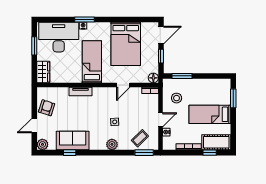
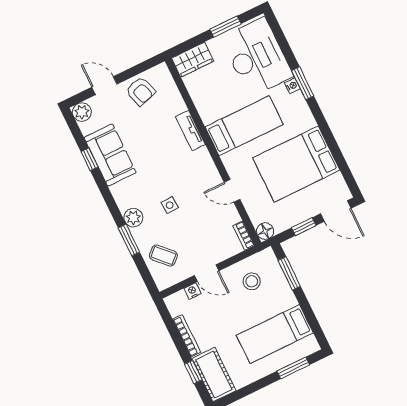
armchair: (47, 108) -> (141, 91), turned 55
bed: (210, 114) -> (275, 334), moved, turned -90
window: (144, 153) -> (129, 240), moved

